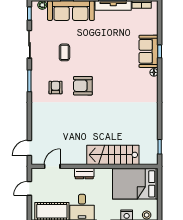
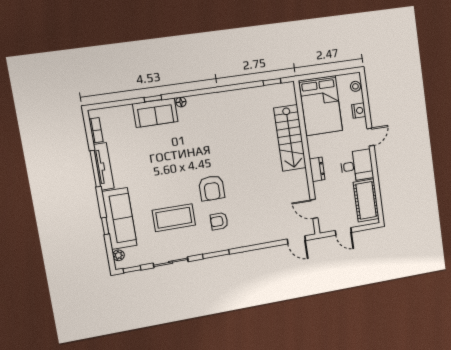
coffee table: (64, 52) -> (174, 218), width x1.86, depth x1.72

